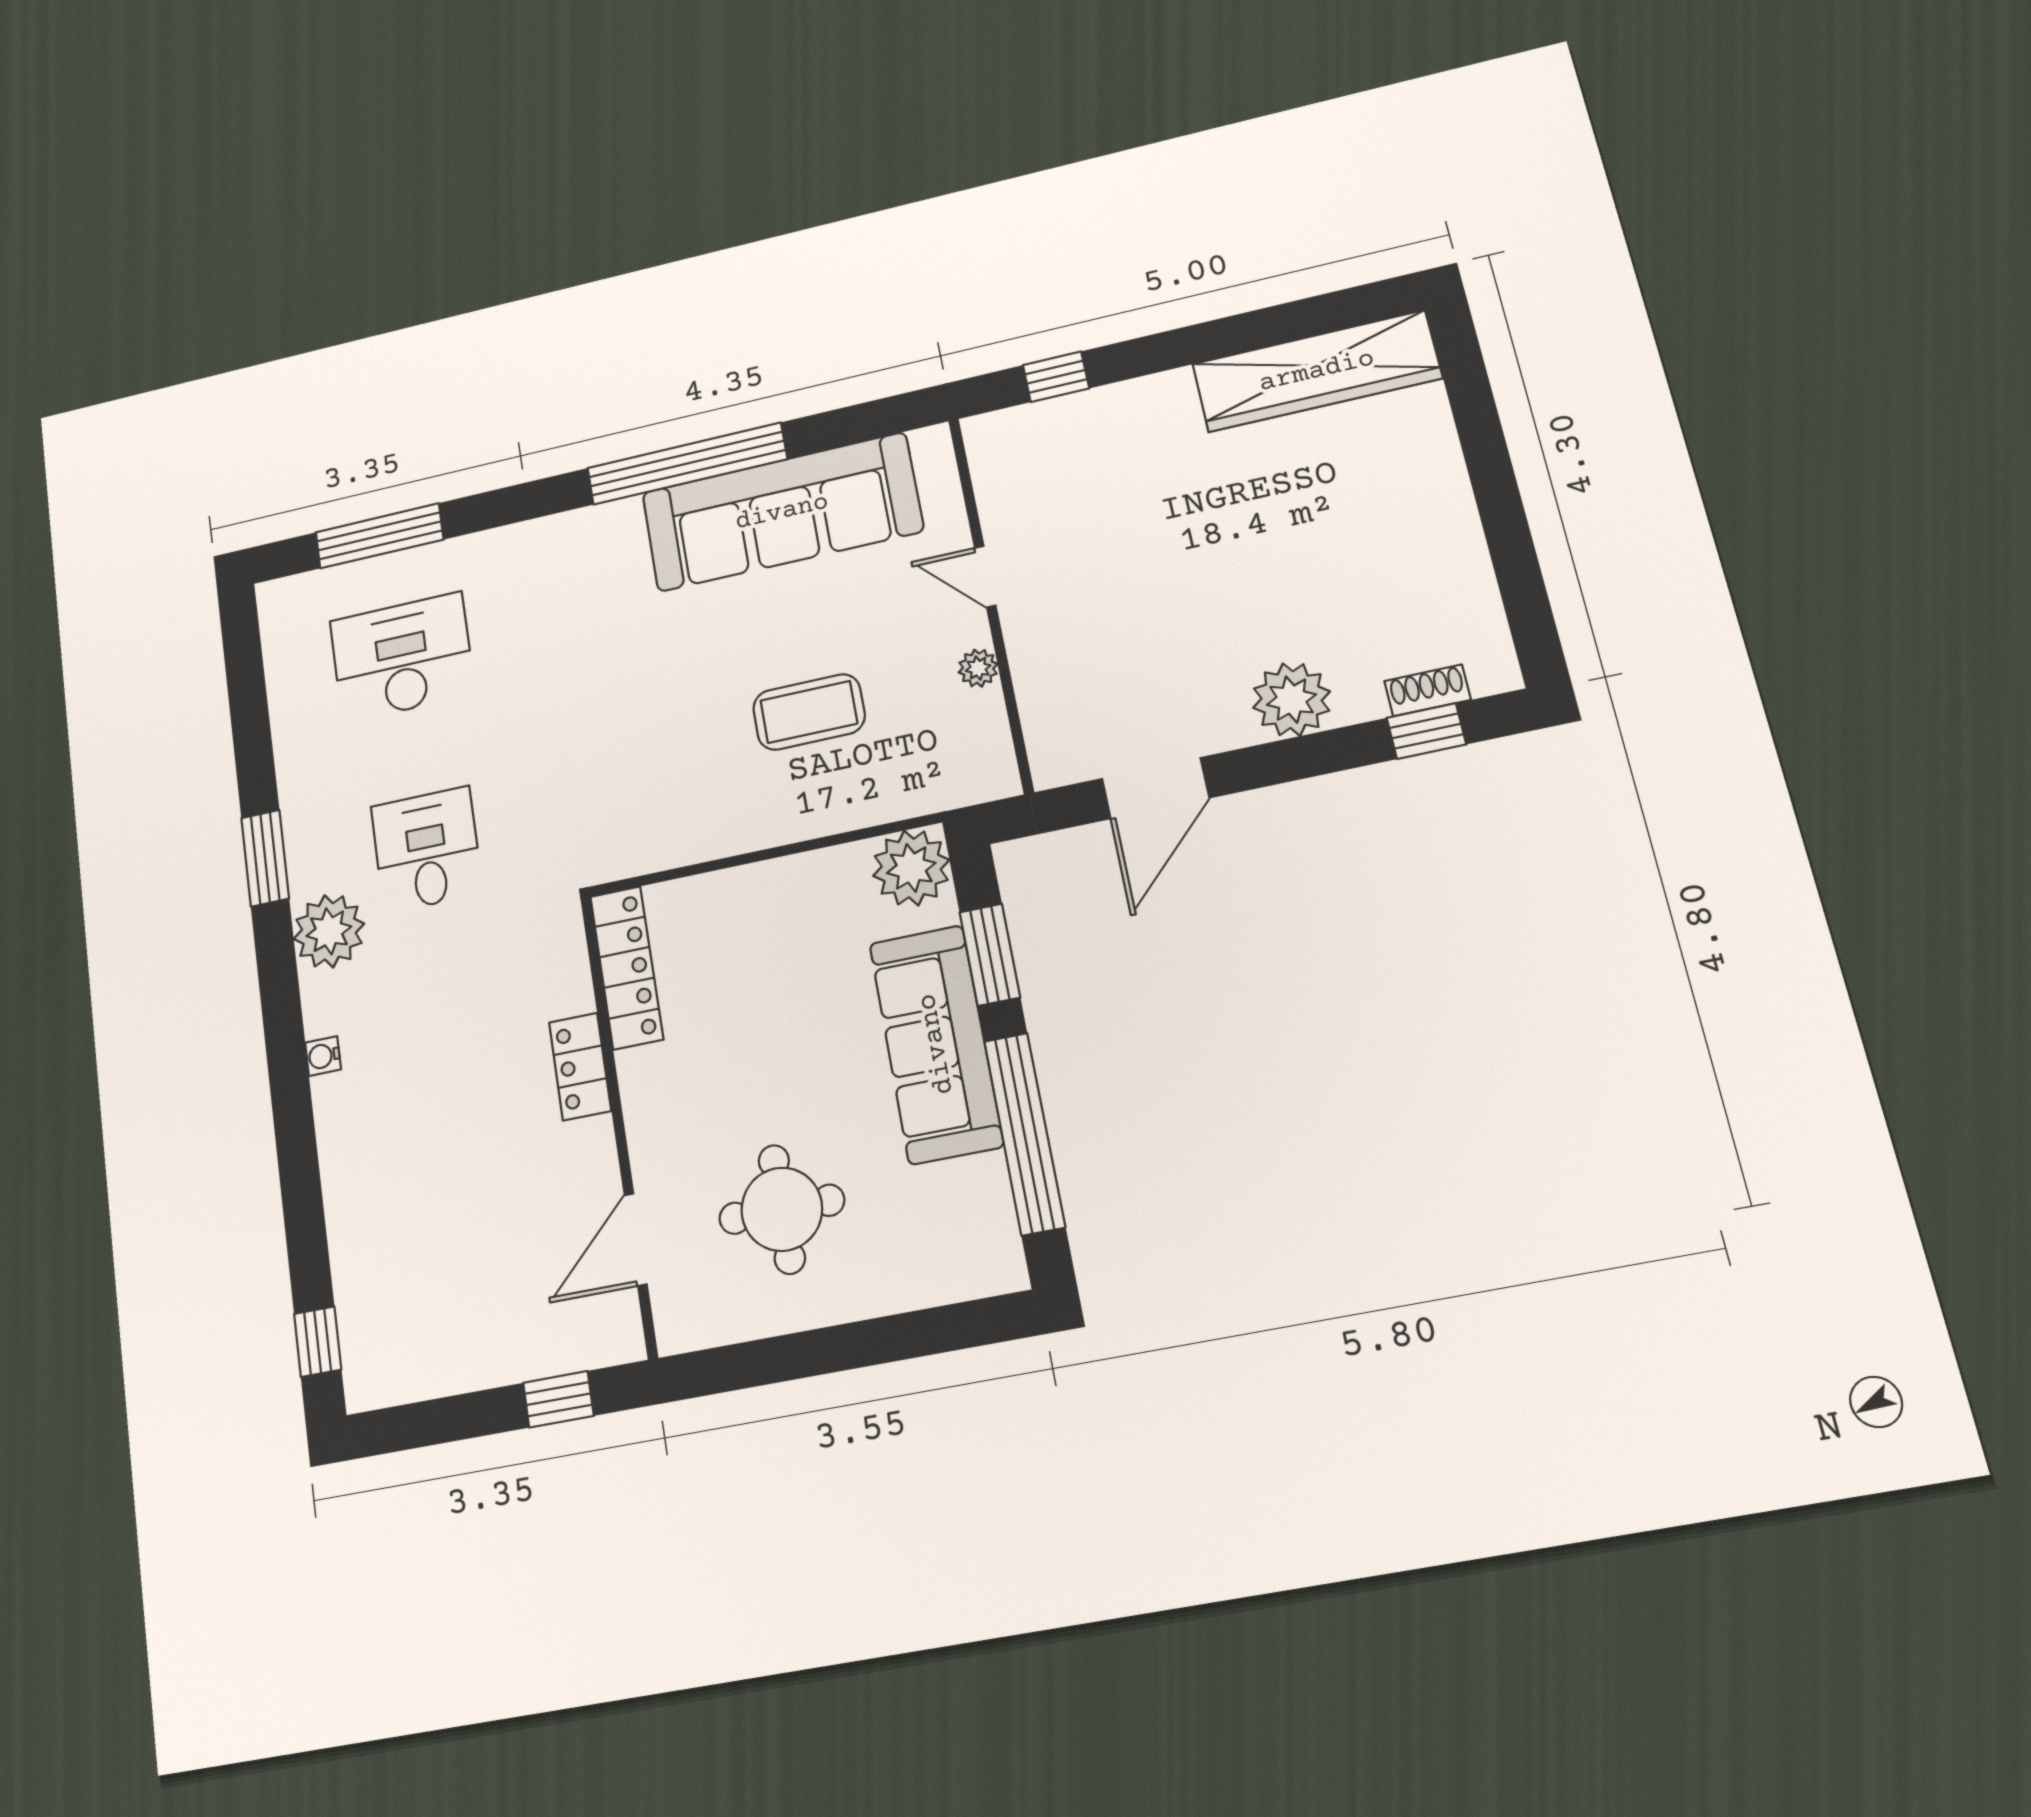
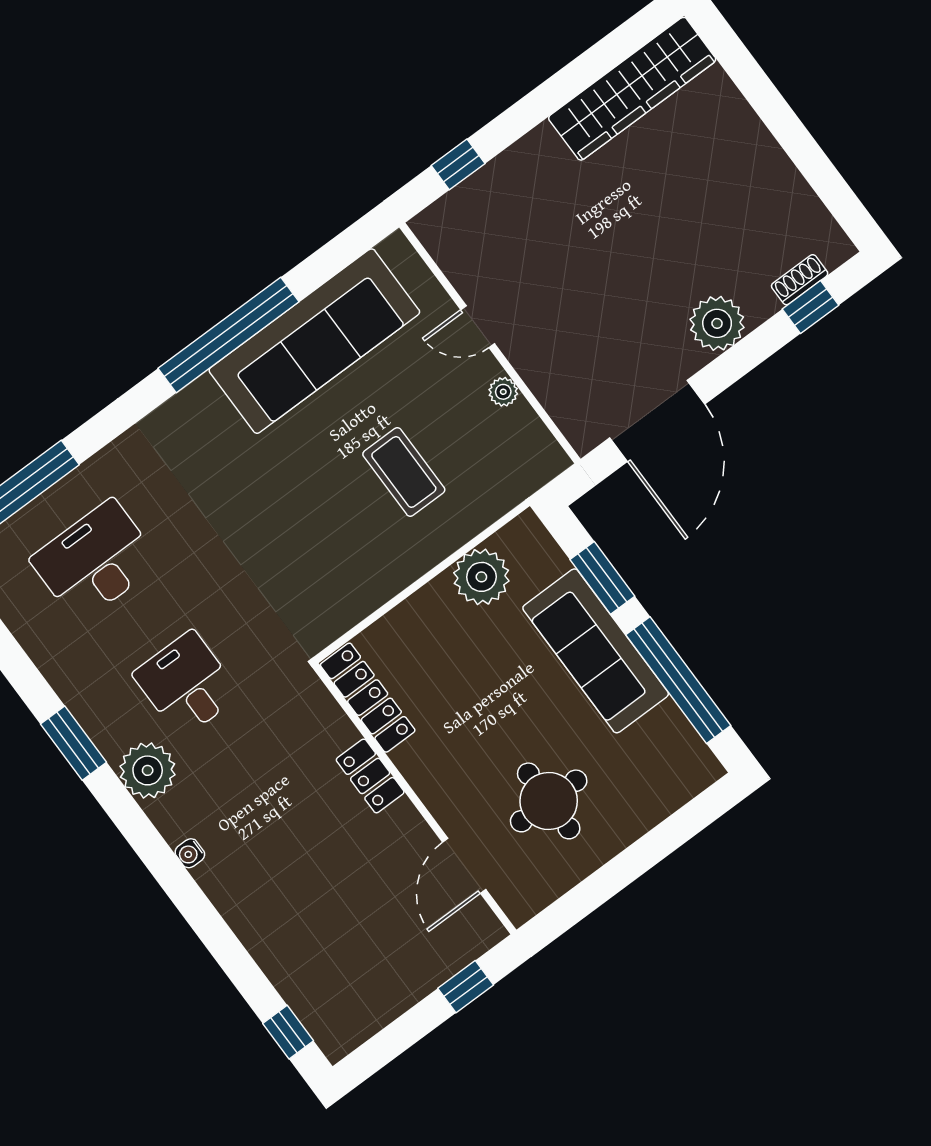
coffee table: (809, 712) -> (404, 472), turned 90
door: (1155, 788) -> (657, 421), width x1.36
plant: (911, 868) -> (481, 577), moved

